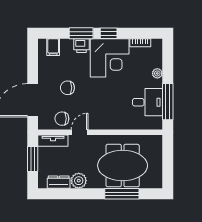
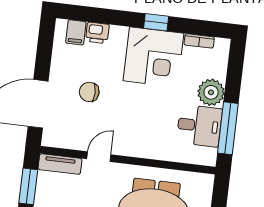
window: (81, 33) -> (118, 18), removed
printer: (82, 46) -> (97, 33), moved
plant: (157, 73) -> (211, 92), width x1.88, depth x1.88
chair: (62, 119) -> (76, 134), removed

